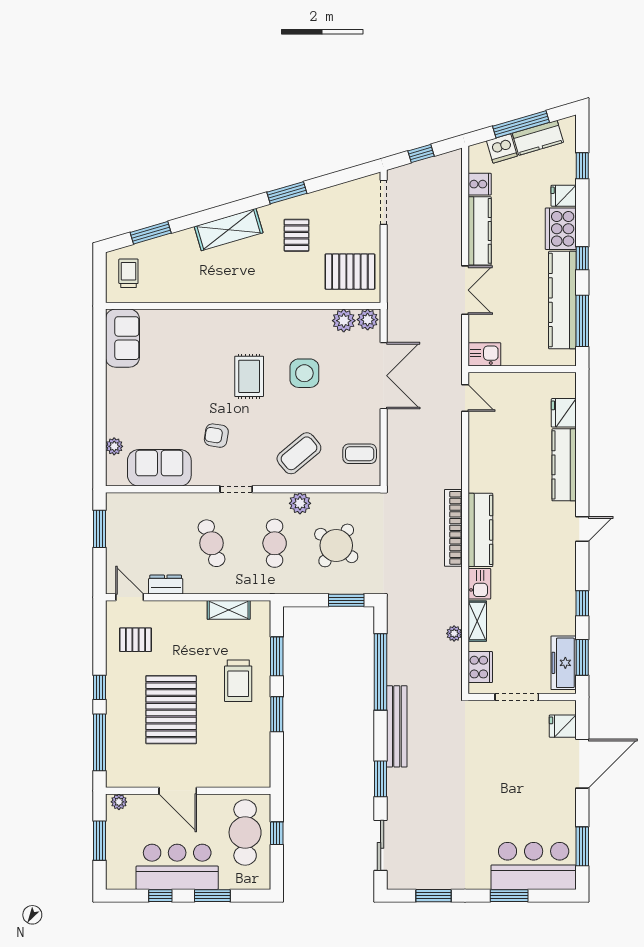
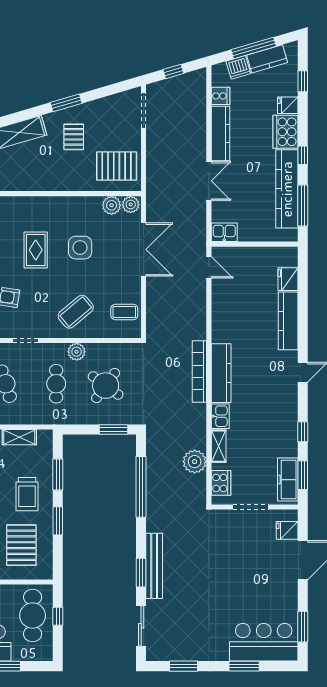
plant: (454, 633) -> (195, 462), width x1.88, depth x1.88
bench: (397, 726) -> (154, 566), moved
pallet: (231, 745) -> (21, 545), added

